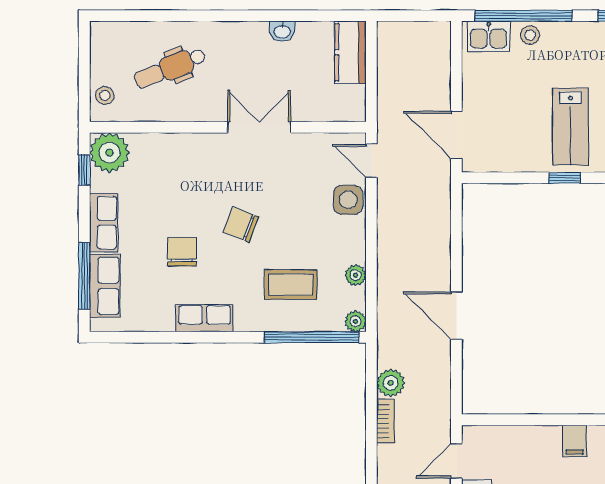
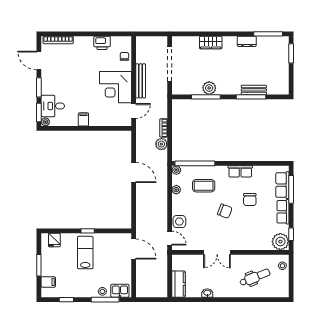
window: (523, 16) -> (105, 300), width x0.68

